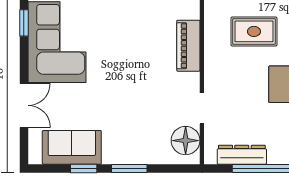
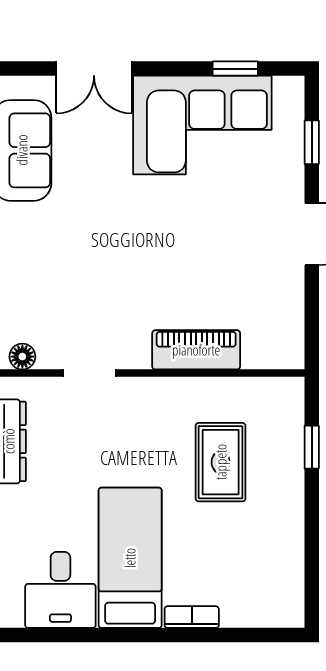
floor lamp: (186, 141) -> (22, 357), width x0.53, depth x0.53

